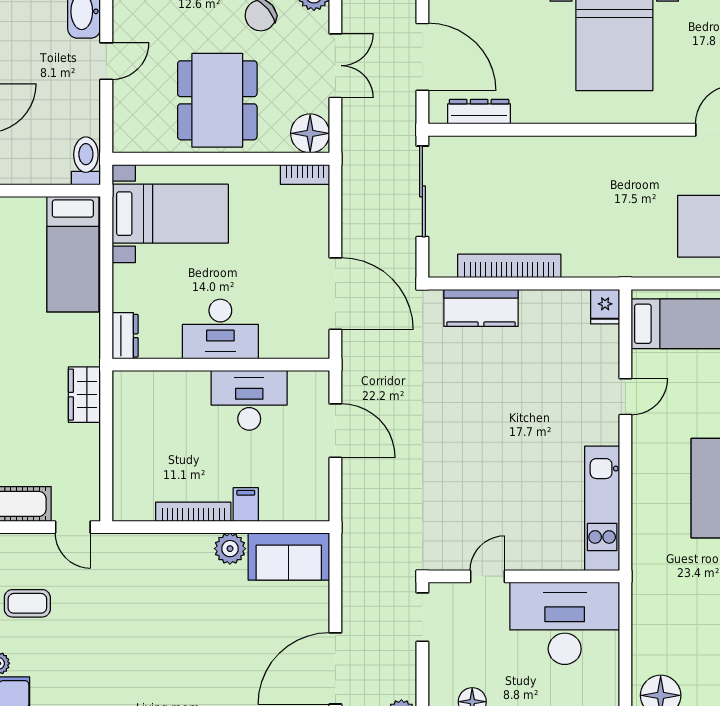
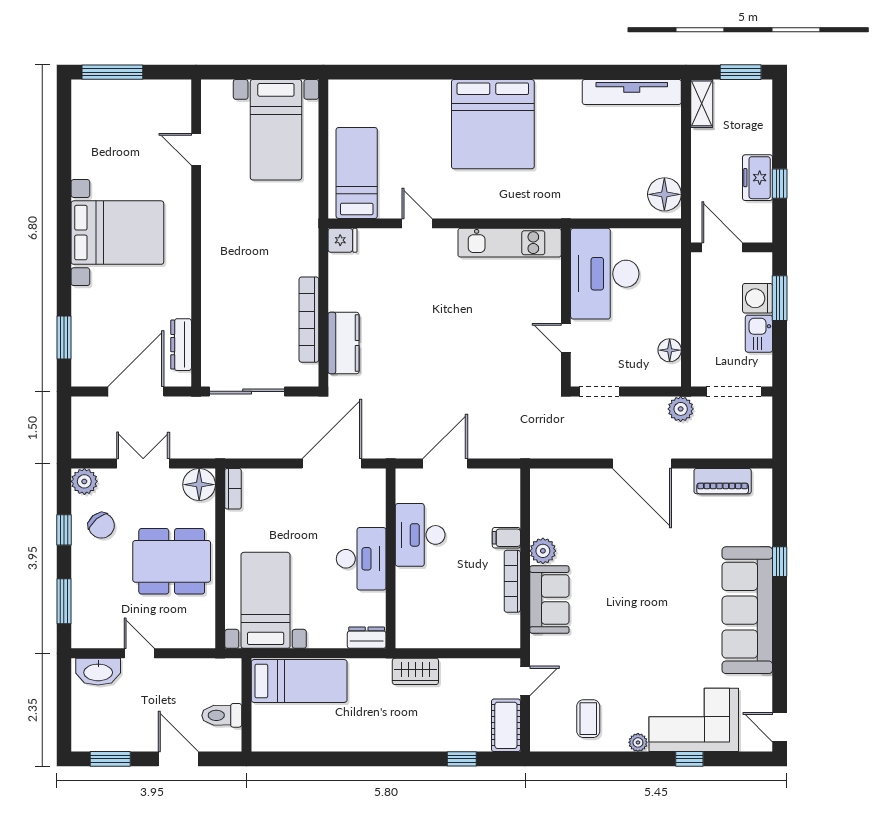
toilet: (86, 161) -> (222, 715), moved
sofa: (289, 556) -> (549, 600), moved

